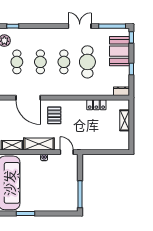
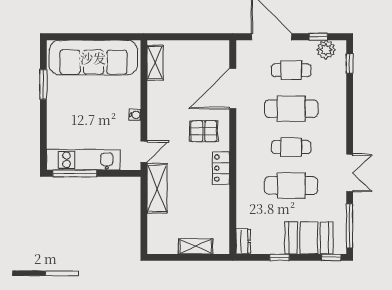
cafe table: (40, 62) -> (291, 109), width x1.37, depth x1.35
locker: (96, 105) -> (221, 168), moved
shelving: (39, 144) -> (157, 188), moved
kitchen unit: (72, 189) -> (83, 160), added

